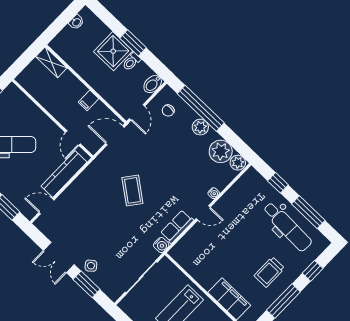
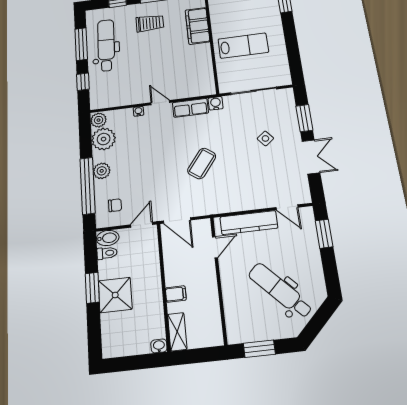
washbasin: (76, 22) -> (159, 346), moved
toilet: (132, 62) -> (107, 253), moved
filing cabinet: (89, 100) -> (176, 294), moved
side table: (91, 266) -> (265, 138), moved

